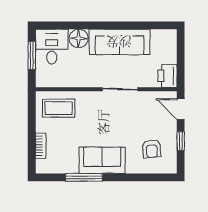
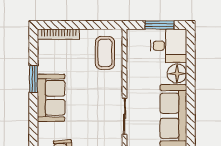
bookcase: (41, 146) -> (59, 34), width x1.56
window: (84, 177) -> (33, 79), width x0.69

